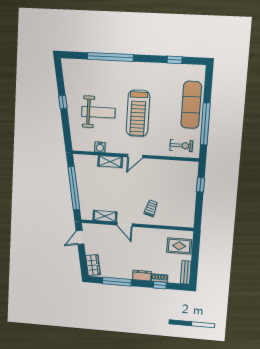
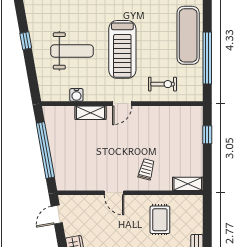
exercise bike: (181, 145) -> (163, 84), moved
shelving: (105, 216) -> (188, 184), moved
rug: (179, 246) -> (160, 220), moved, turned 90

